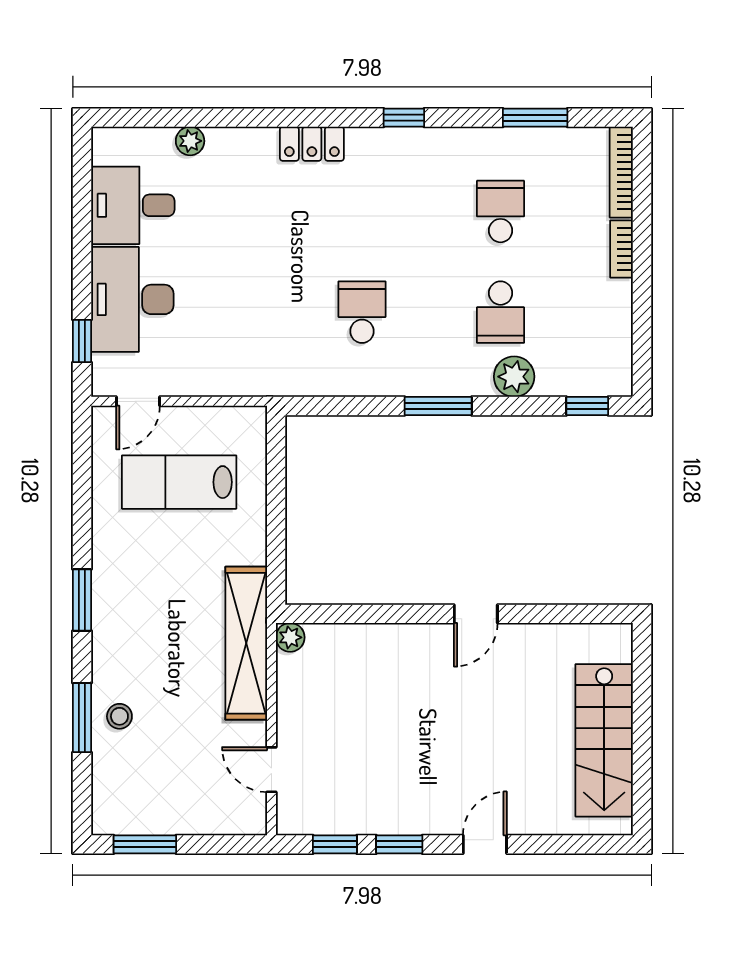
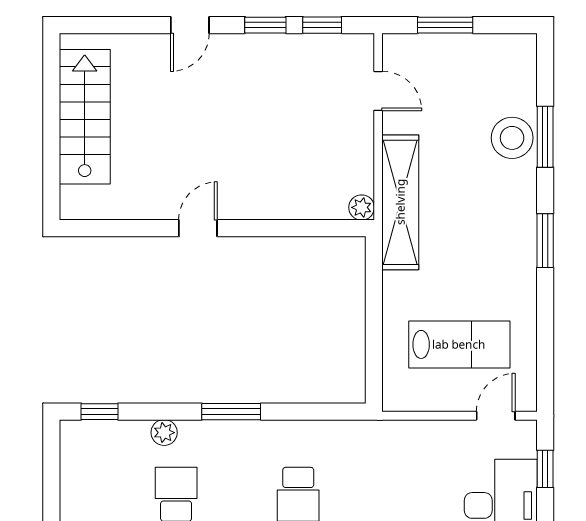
plant: (514, 377) -> (164, 433), width x0.73, depth x0.73
stool: (119, 716) -> (512, 138), width x1.89, depth x1.89
window: (145, 844) -> (445, 25), moved

